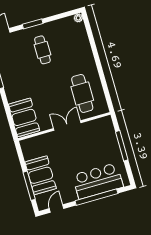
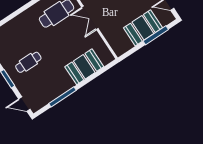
booth: (24, 117) -> (84, 67), moved

